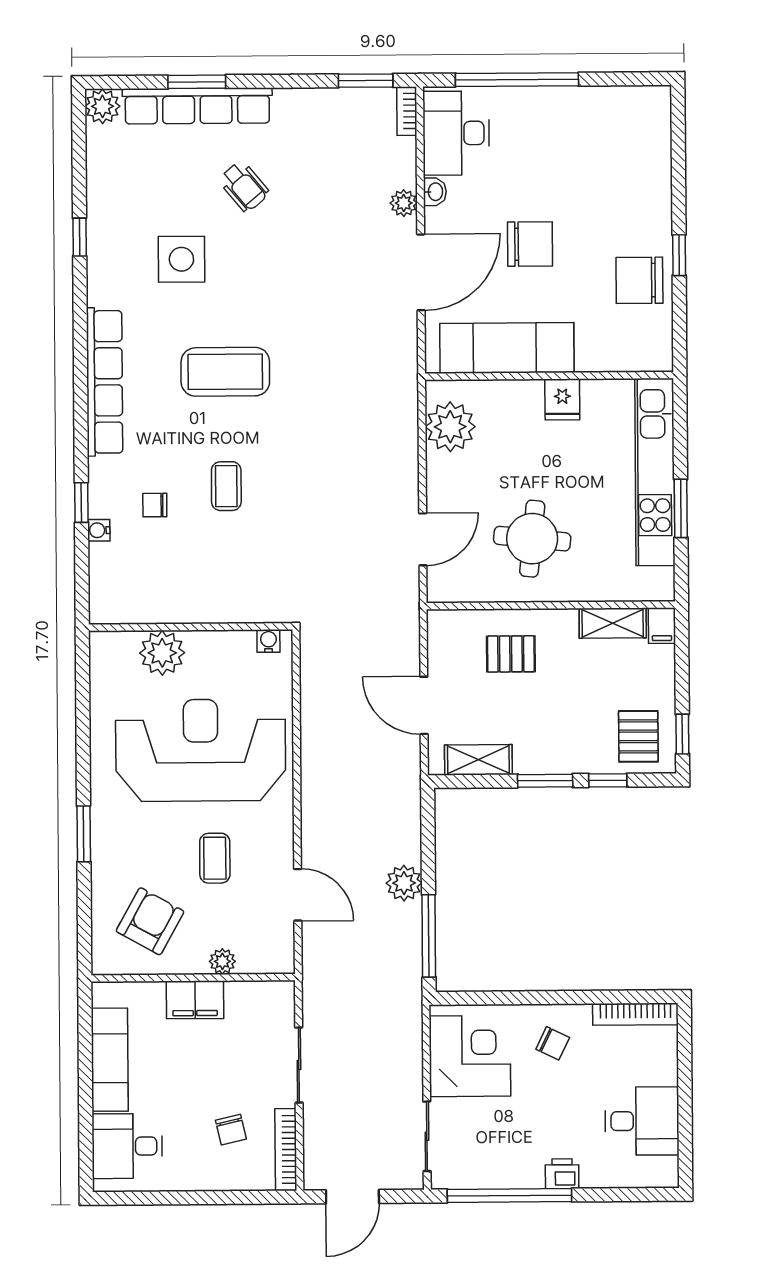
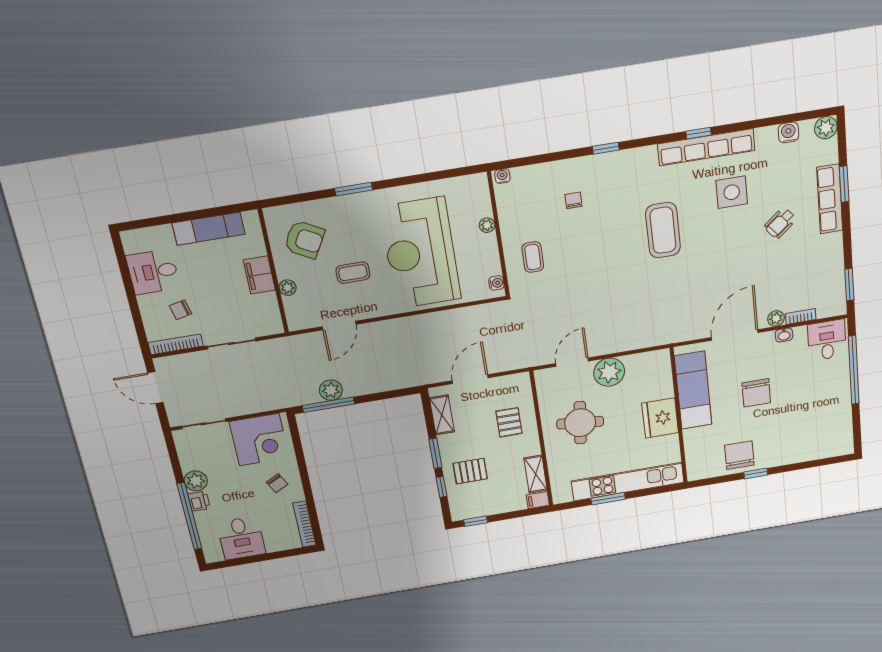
row of seats: (197, 106) -> (830, 199), width x0.73
bookcase: (407, 111) -> (801, 316), moved
desk: (456, 133) -> (827, 340), width x0.73
water cooler: (101, 165) -> (788, 132), added
window: (80, 237) -> (699, 133), moved
door: (421, 272) -> (735, 335), swing flipped
row of seats: (105, 382) -> (706, 147), moved
fridge: (562, 399) -> (660, 418), width x1.88, depth x1.34
plant: (450, 427) -> (609, 372), moved
coffee table: (226, 486) -> (533, 257), moved, turned 90
window: (81, 503) -> (606, 148), moved
water cooler: (99, 530) -> (502, 176), moved
door: (423, 539) -> (572, 362), swing flipped
plant: (162, 653) -> (487, 225), width x0.53, depth x0.53
pallet: (638, 736) -> (470, 471), moved
reception desk: (201, 750) -> (421, 253), turned 180
plant: (404, 883) -> (331, 390), moved
chair: (553, 1043) -> (277, 483), turned -53
desk: (127, 1146) -> (153, 272), moved, turned -90
plant: (525, 1171) -> (196, 481), added
window: (509, 1195) -> (189, 516), moved

